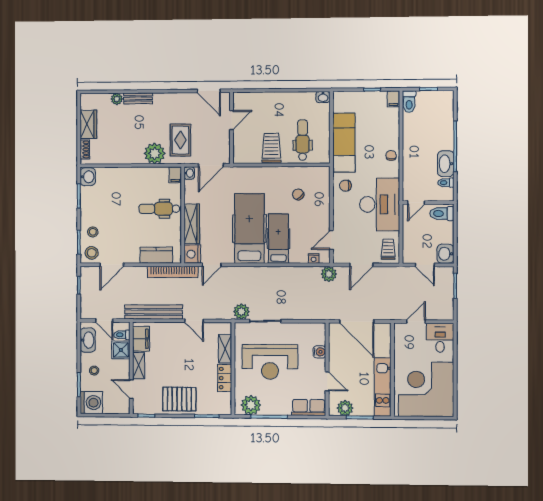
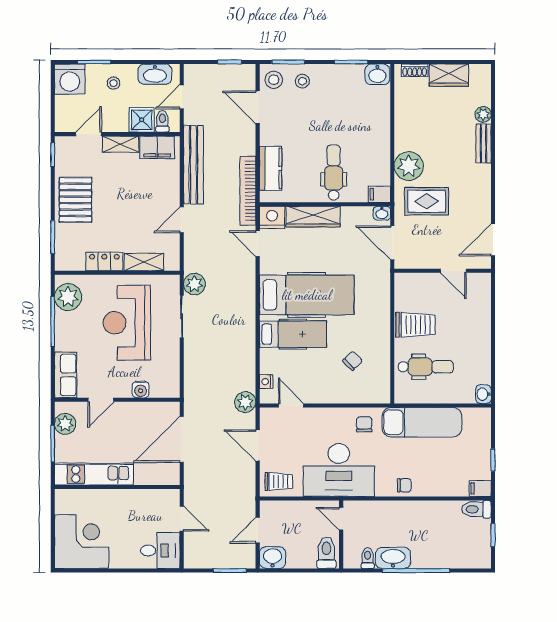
corner desk: (426, 389) -> (82, 542), width x0.74, depth x0.74

